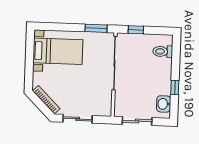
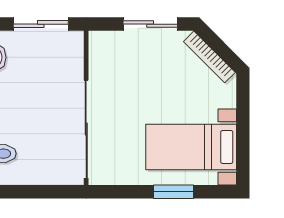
window: (96, 28) -> (173, 192), moved
window: (136, 30) -> (49, 192), removed

